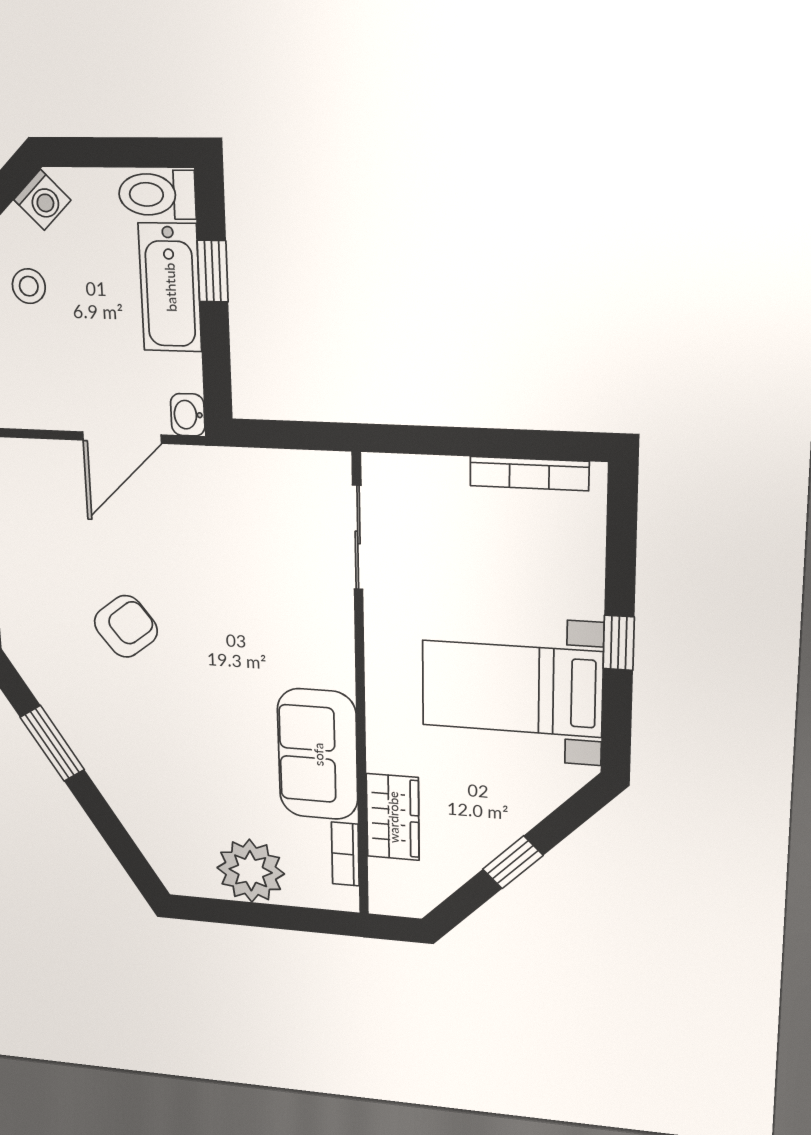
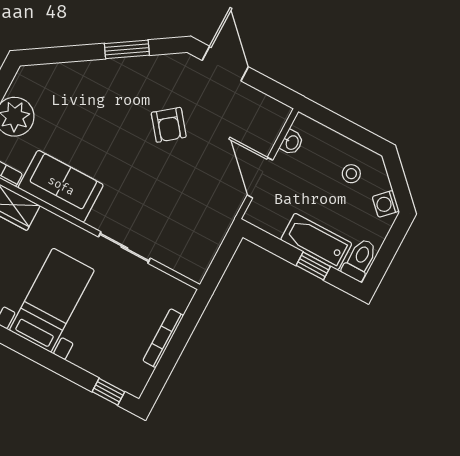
washbasin: (188, 415) -> (292, 142), moved, turned 90
bookcase: (529, 474) -> (163, 338), moved
sliding door: (358, 537) -> (124, 248), moved
window: (619, 643) -> (108, 392), moved

